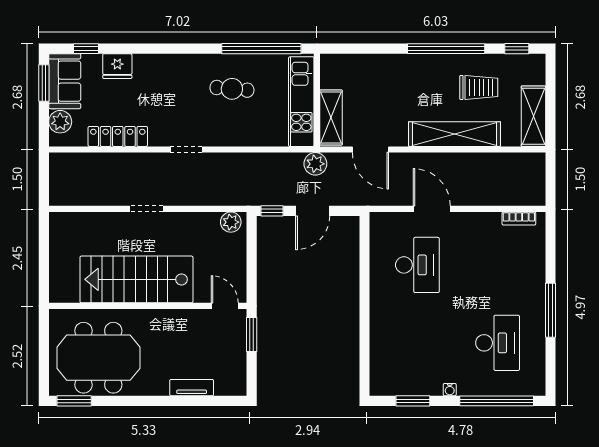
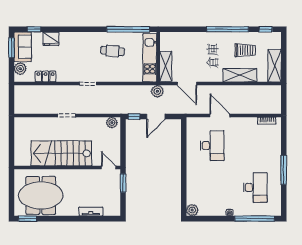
shelving: (454, 134) -> (240, 75), width x0.68
locker: (118, 136) -> (46, 77), width x0.66
plant: (380, 385) -> (192, 210), added
window: (413, 401) -> (210, 219), removed

